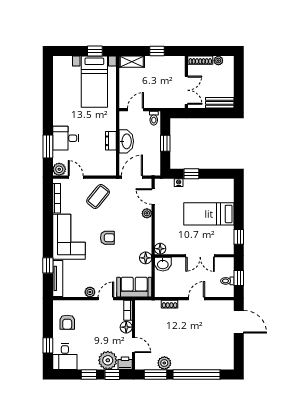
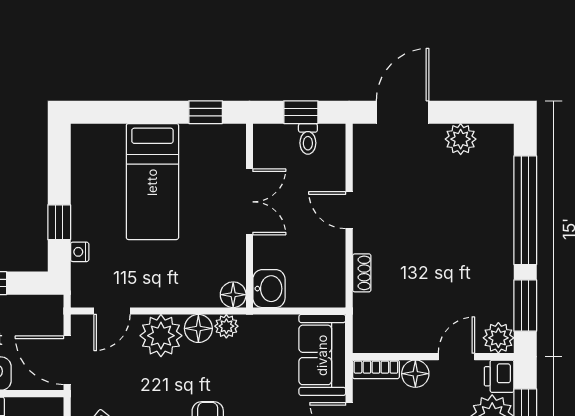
plant: (147, 213) -> (161, 336), width x1.87, depth x1.87
plant: (147, 246) -> (226, 326), added
floor lamp: (146, 258) -> (198, 328), moved
plant: (227, 347) -> (461, 139), added
plant: (164, 363) -> (498, 338), moved

